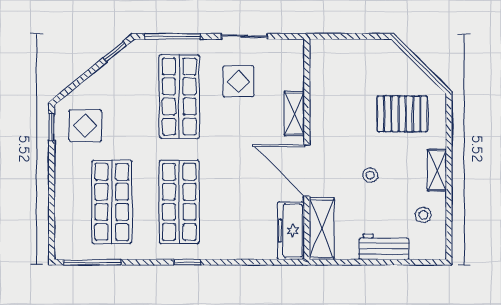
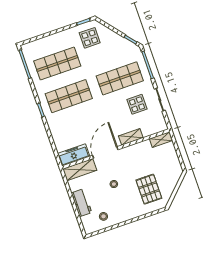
shelving: (437, 170) -> (161, 140), moved

